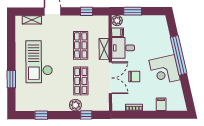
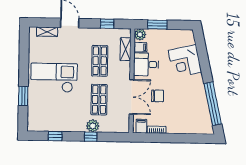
shelving: (104, 49) -> (126, 49), moved
window: (179, 55) -> (213, 104), moved
checkout: (39, 62) -> (54, 78), turned 90
corner desk: (164, 70) -> (185, 61), moved
filing cabinet: (161, 104) -> (141, 126), moved
window: (86, 115) -> (91, 137), moved

